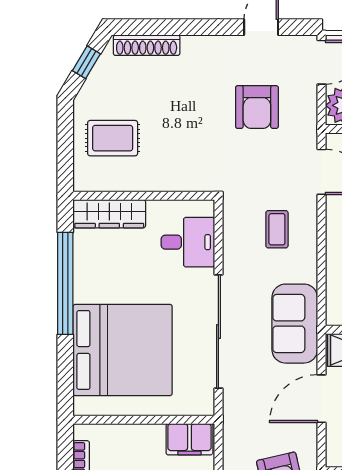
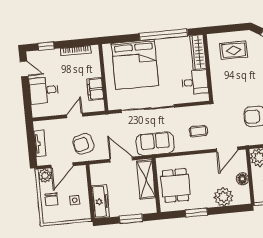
rug: (113, 138) -> (234, 50), turned 90
desk: (188, 242) -> (195, 82), moved, turned -90
filing cabinet: (189, 439) -> (95, 89), moved

